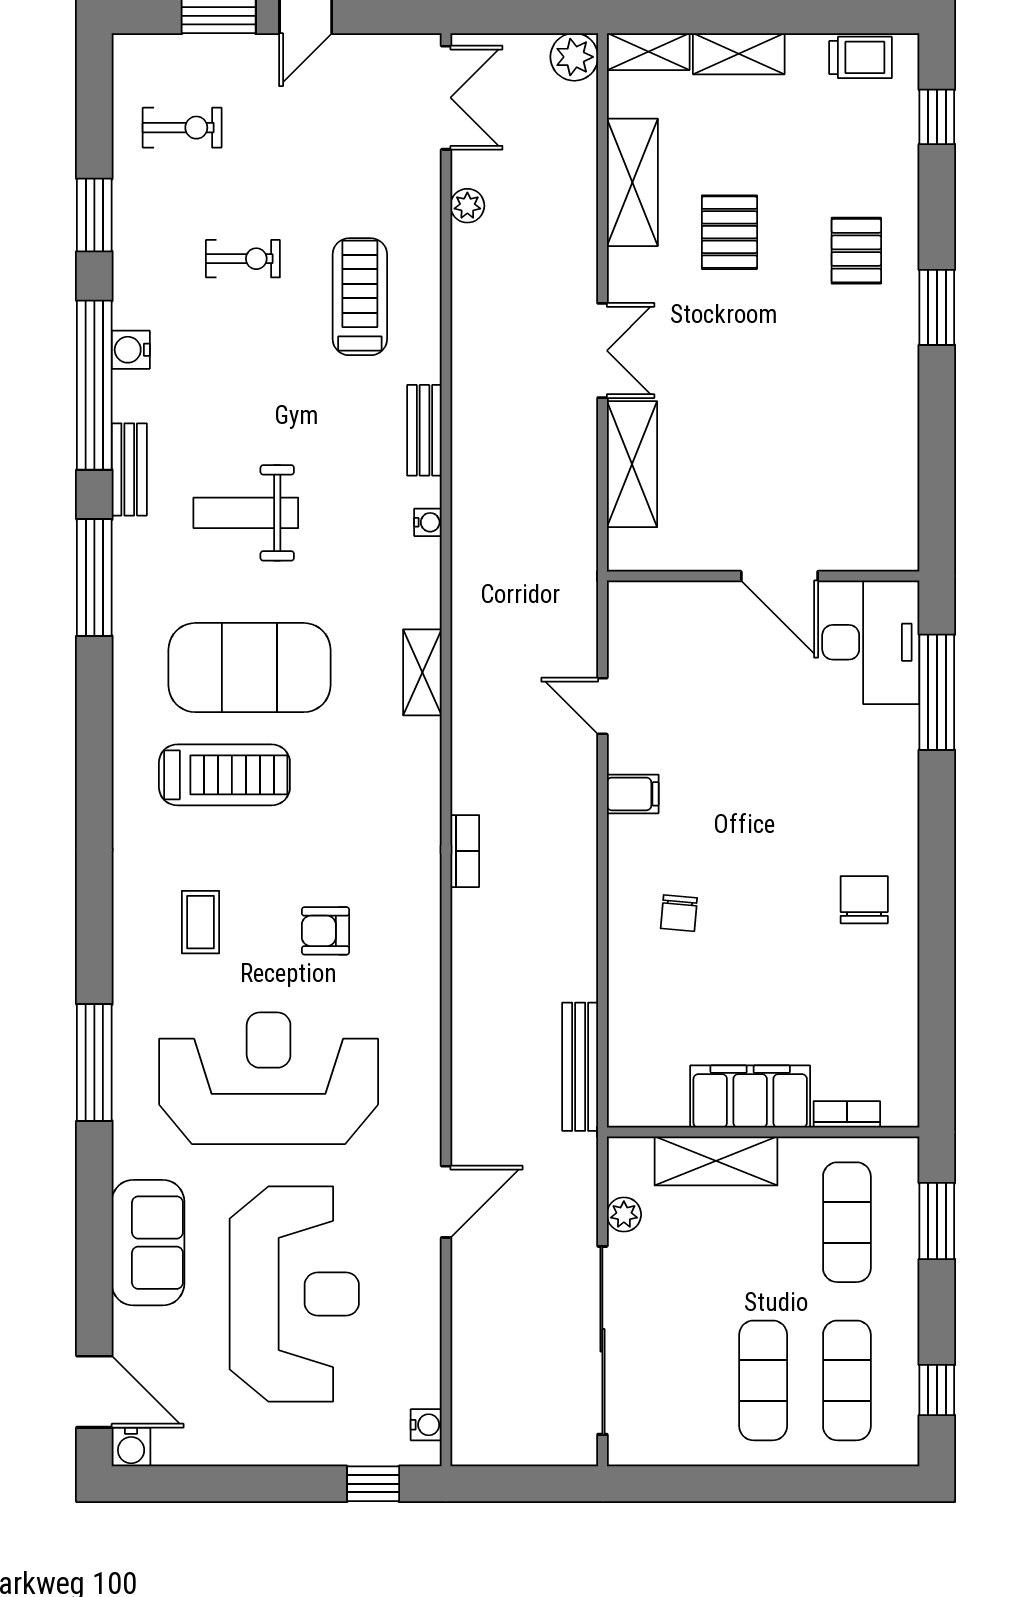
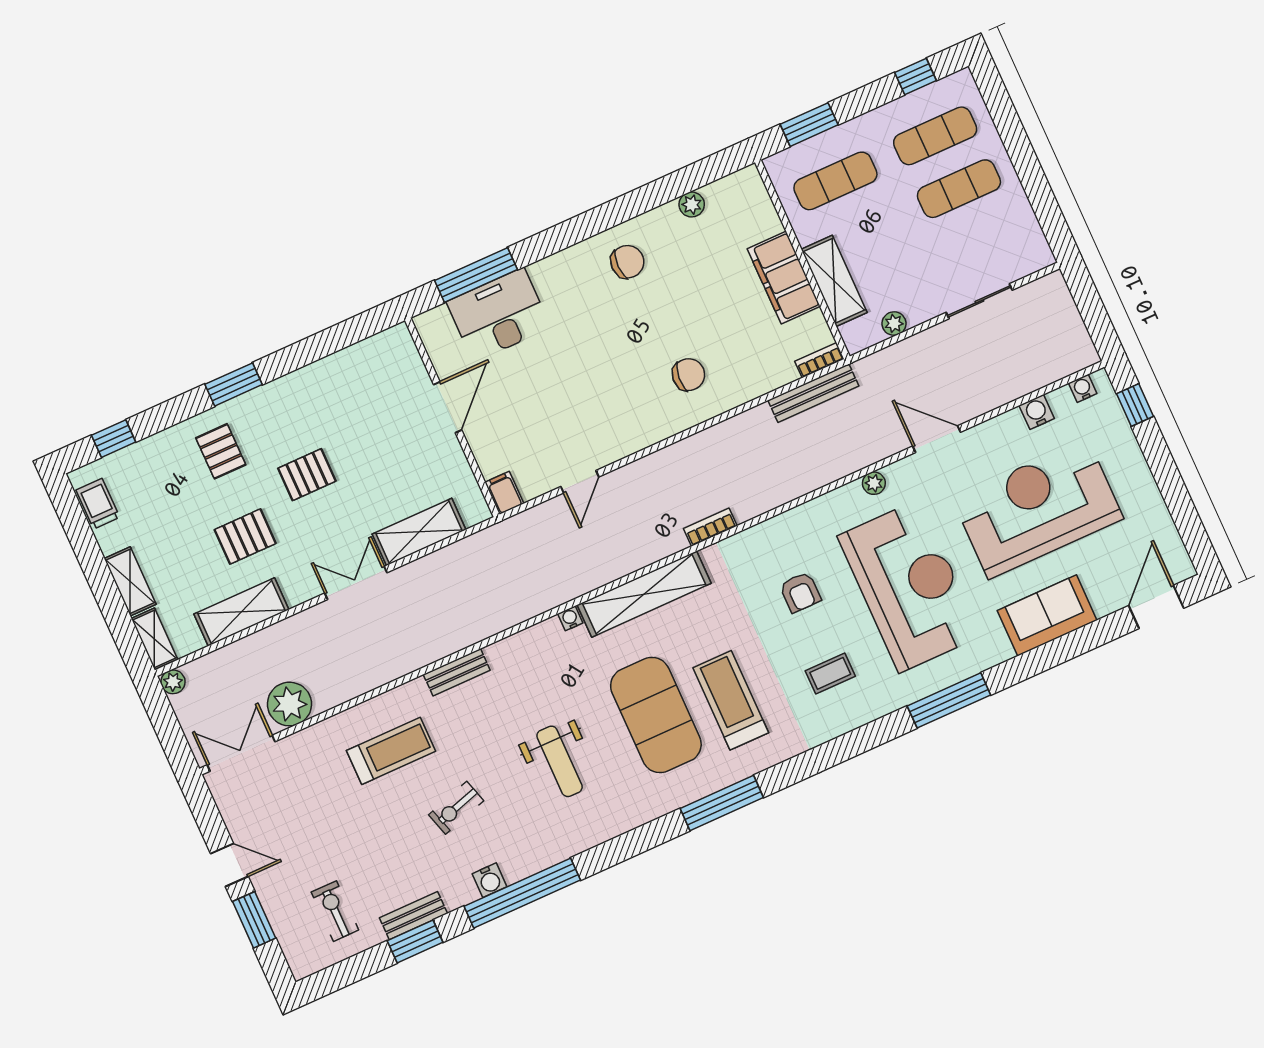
plant: (574, 57) -> (173, 682), width x0.73, depth x0.73
plant: (467, 206) -> (289, 704), width x1.88, depth x1.88
pallet: (856, 251) -> (221, 451), turned 90
exercise bike: (243, 259) -> (456, 808), moved, turned -107
treadmill: (360, 297) -> (391, 751), turned 180
pallet: (774, 350) -> (307, 475), added
bench: (129, 469) -> (413, 916), moved
water cooler: (428, 522) -> (570, 618), moved
window: (94, 578) -> (722, 803), moved
desk: (871, 642) -> (499, 315), moved
shelving: (422, 672) -> (644, 594), width x2.20, depth x1.33
filing cabinet: (633, 794) -> (504, 493), moved
chair: (864, 900) -> (627, 262), turned 180
chair: (679, 913) -> (689, 375), width x1.37, depth x1.37
plant: (901, 1019) -> (692, 205), added
reception desk: (269, 1078) -> (909, 586), turned 180
plant: (425, 1093) -> (874, 483), added
bookcase: (847, 1114) -> (819, 360), moved, turned 90
sliding door: (602, 1340) -> (979, 301), width x0.54
water cooler: (131, 1447) -> (1037, 412), moved, turned -90

